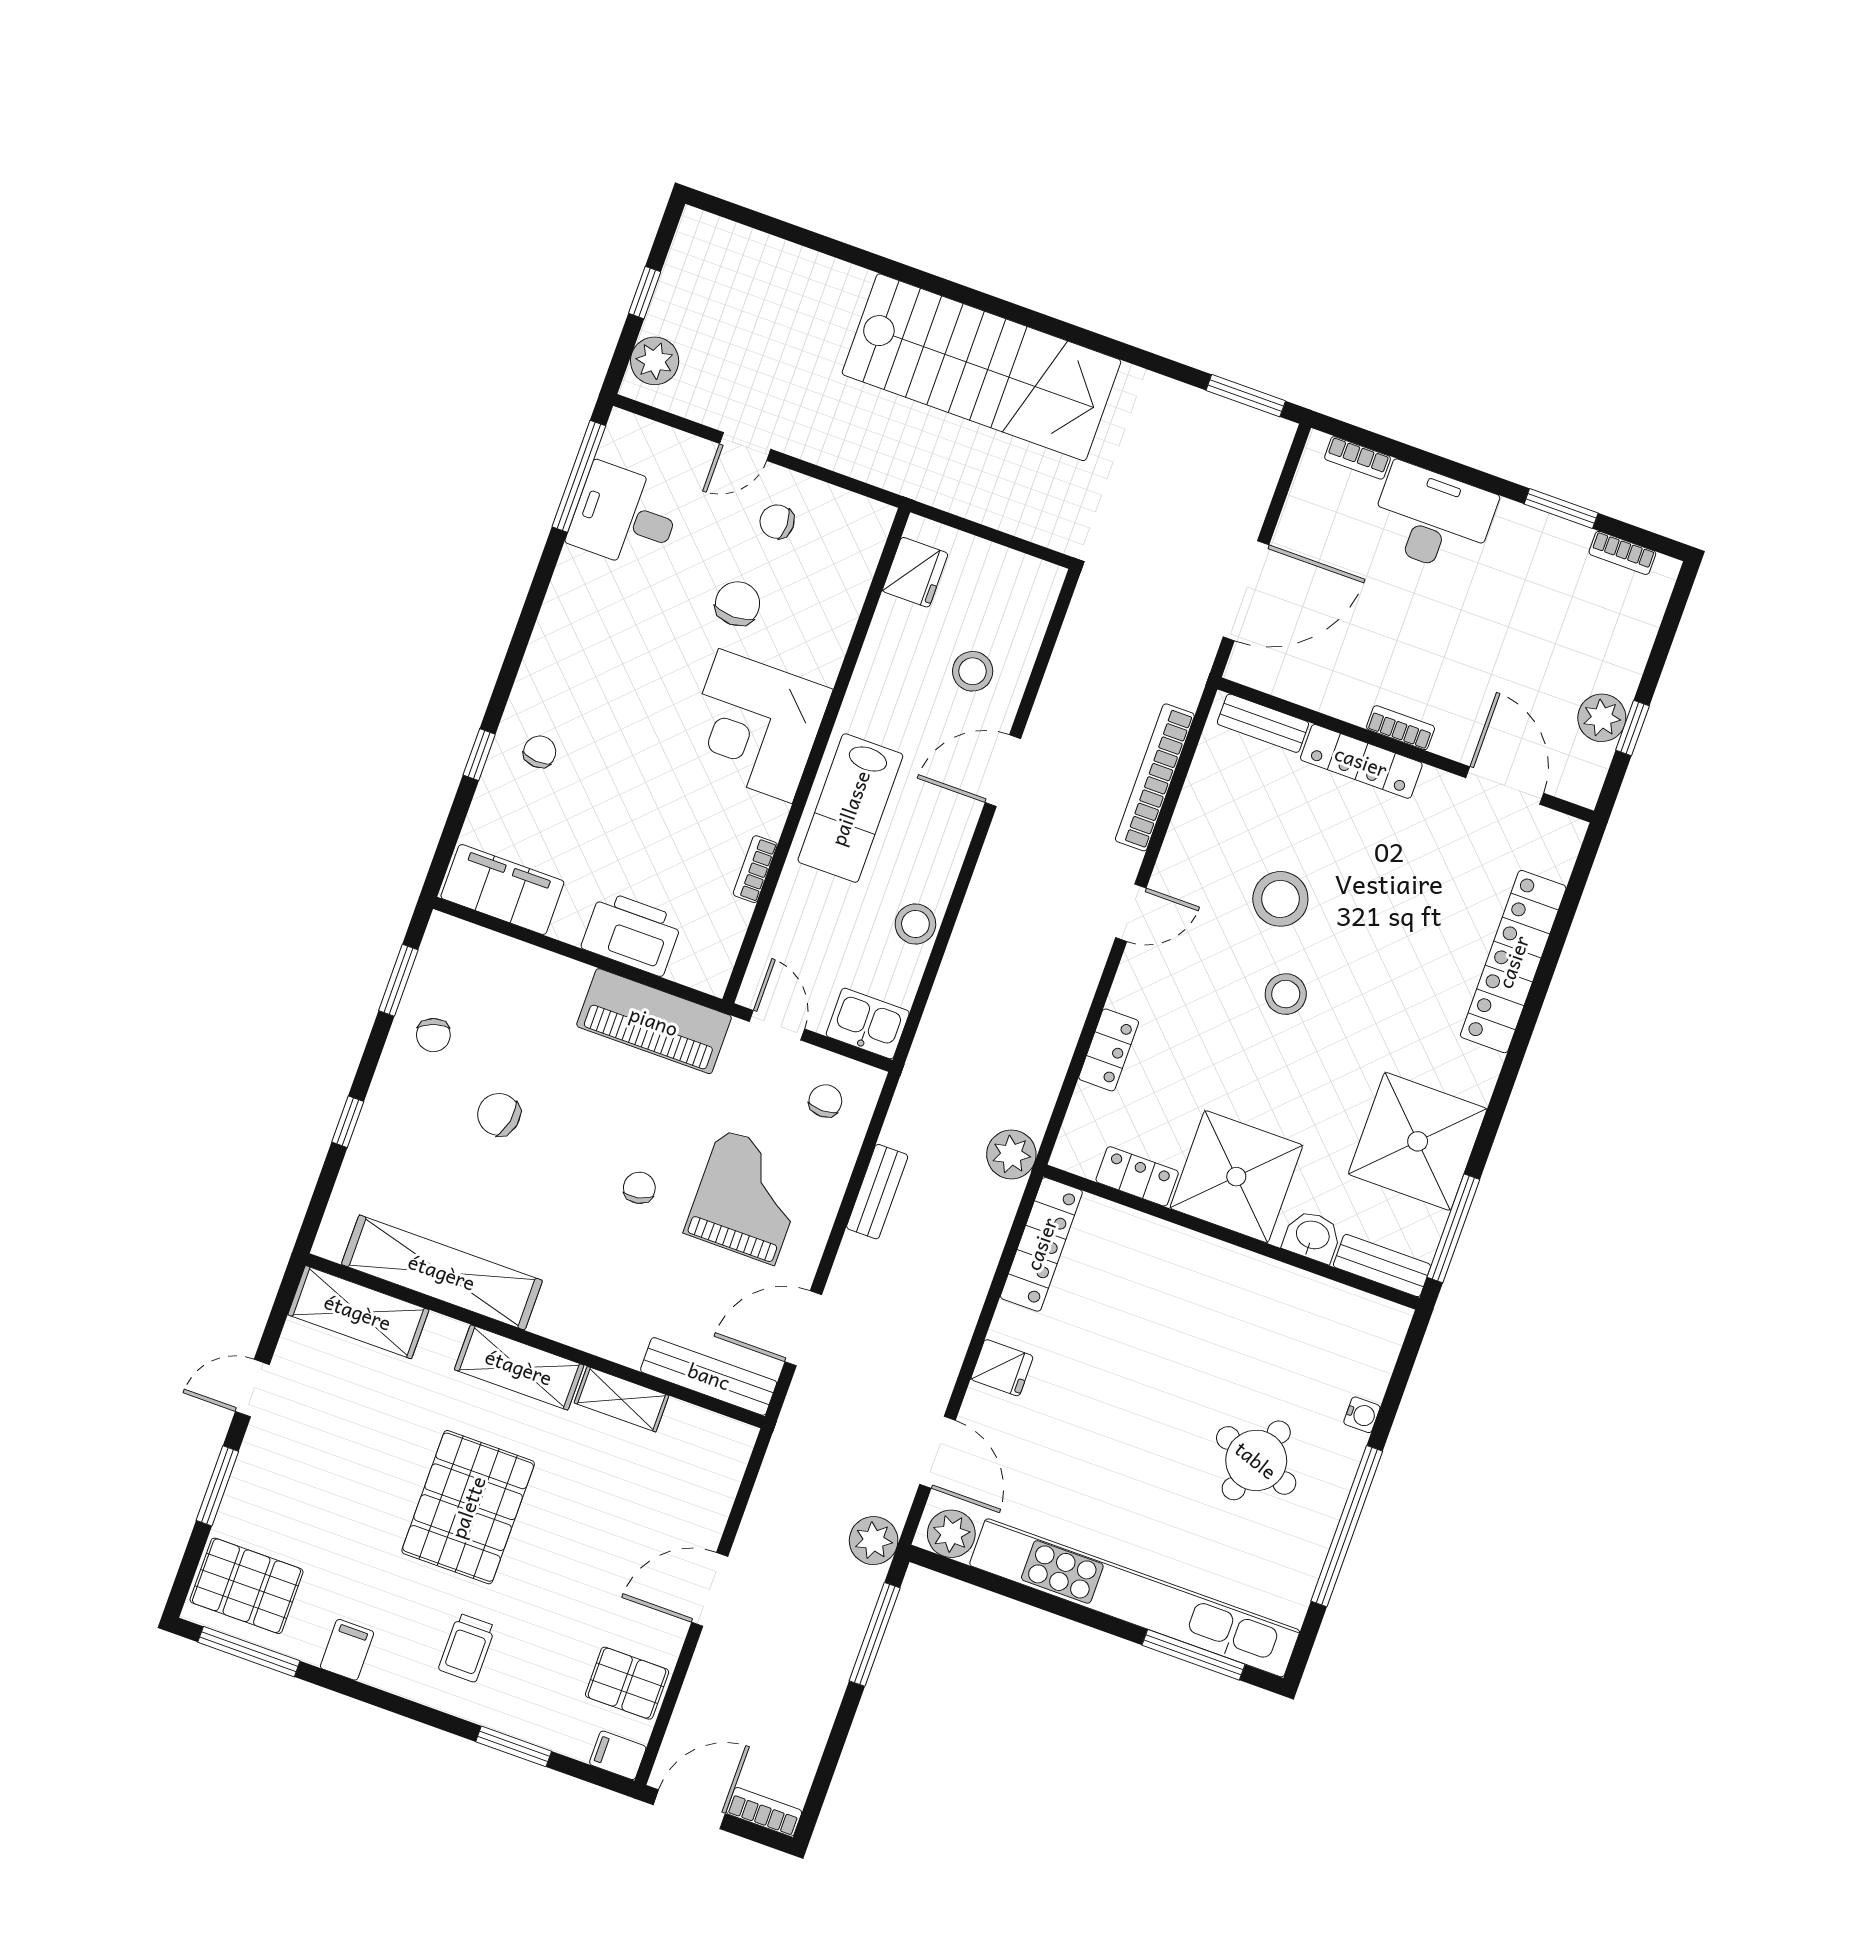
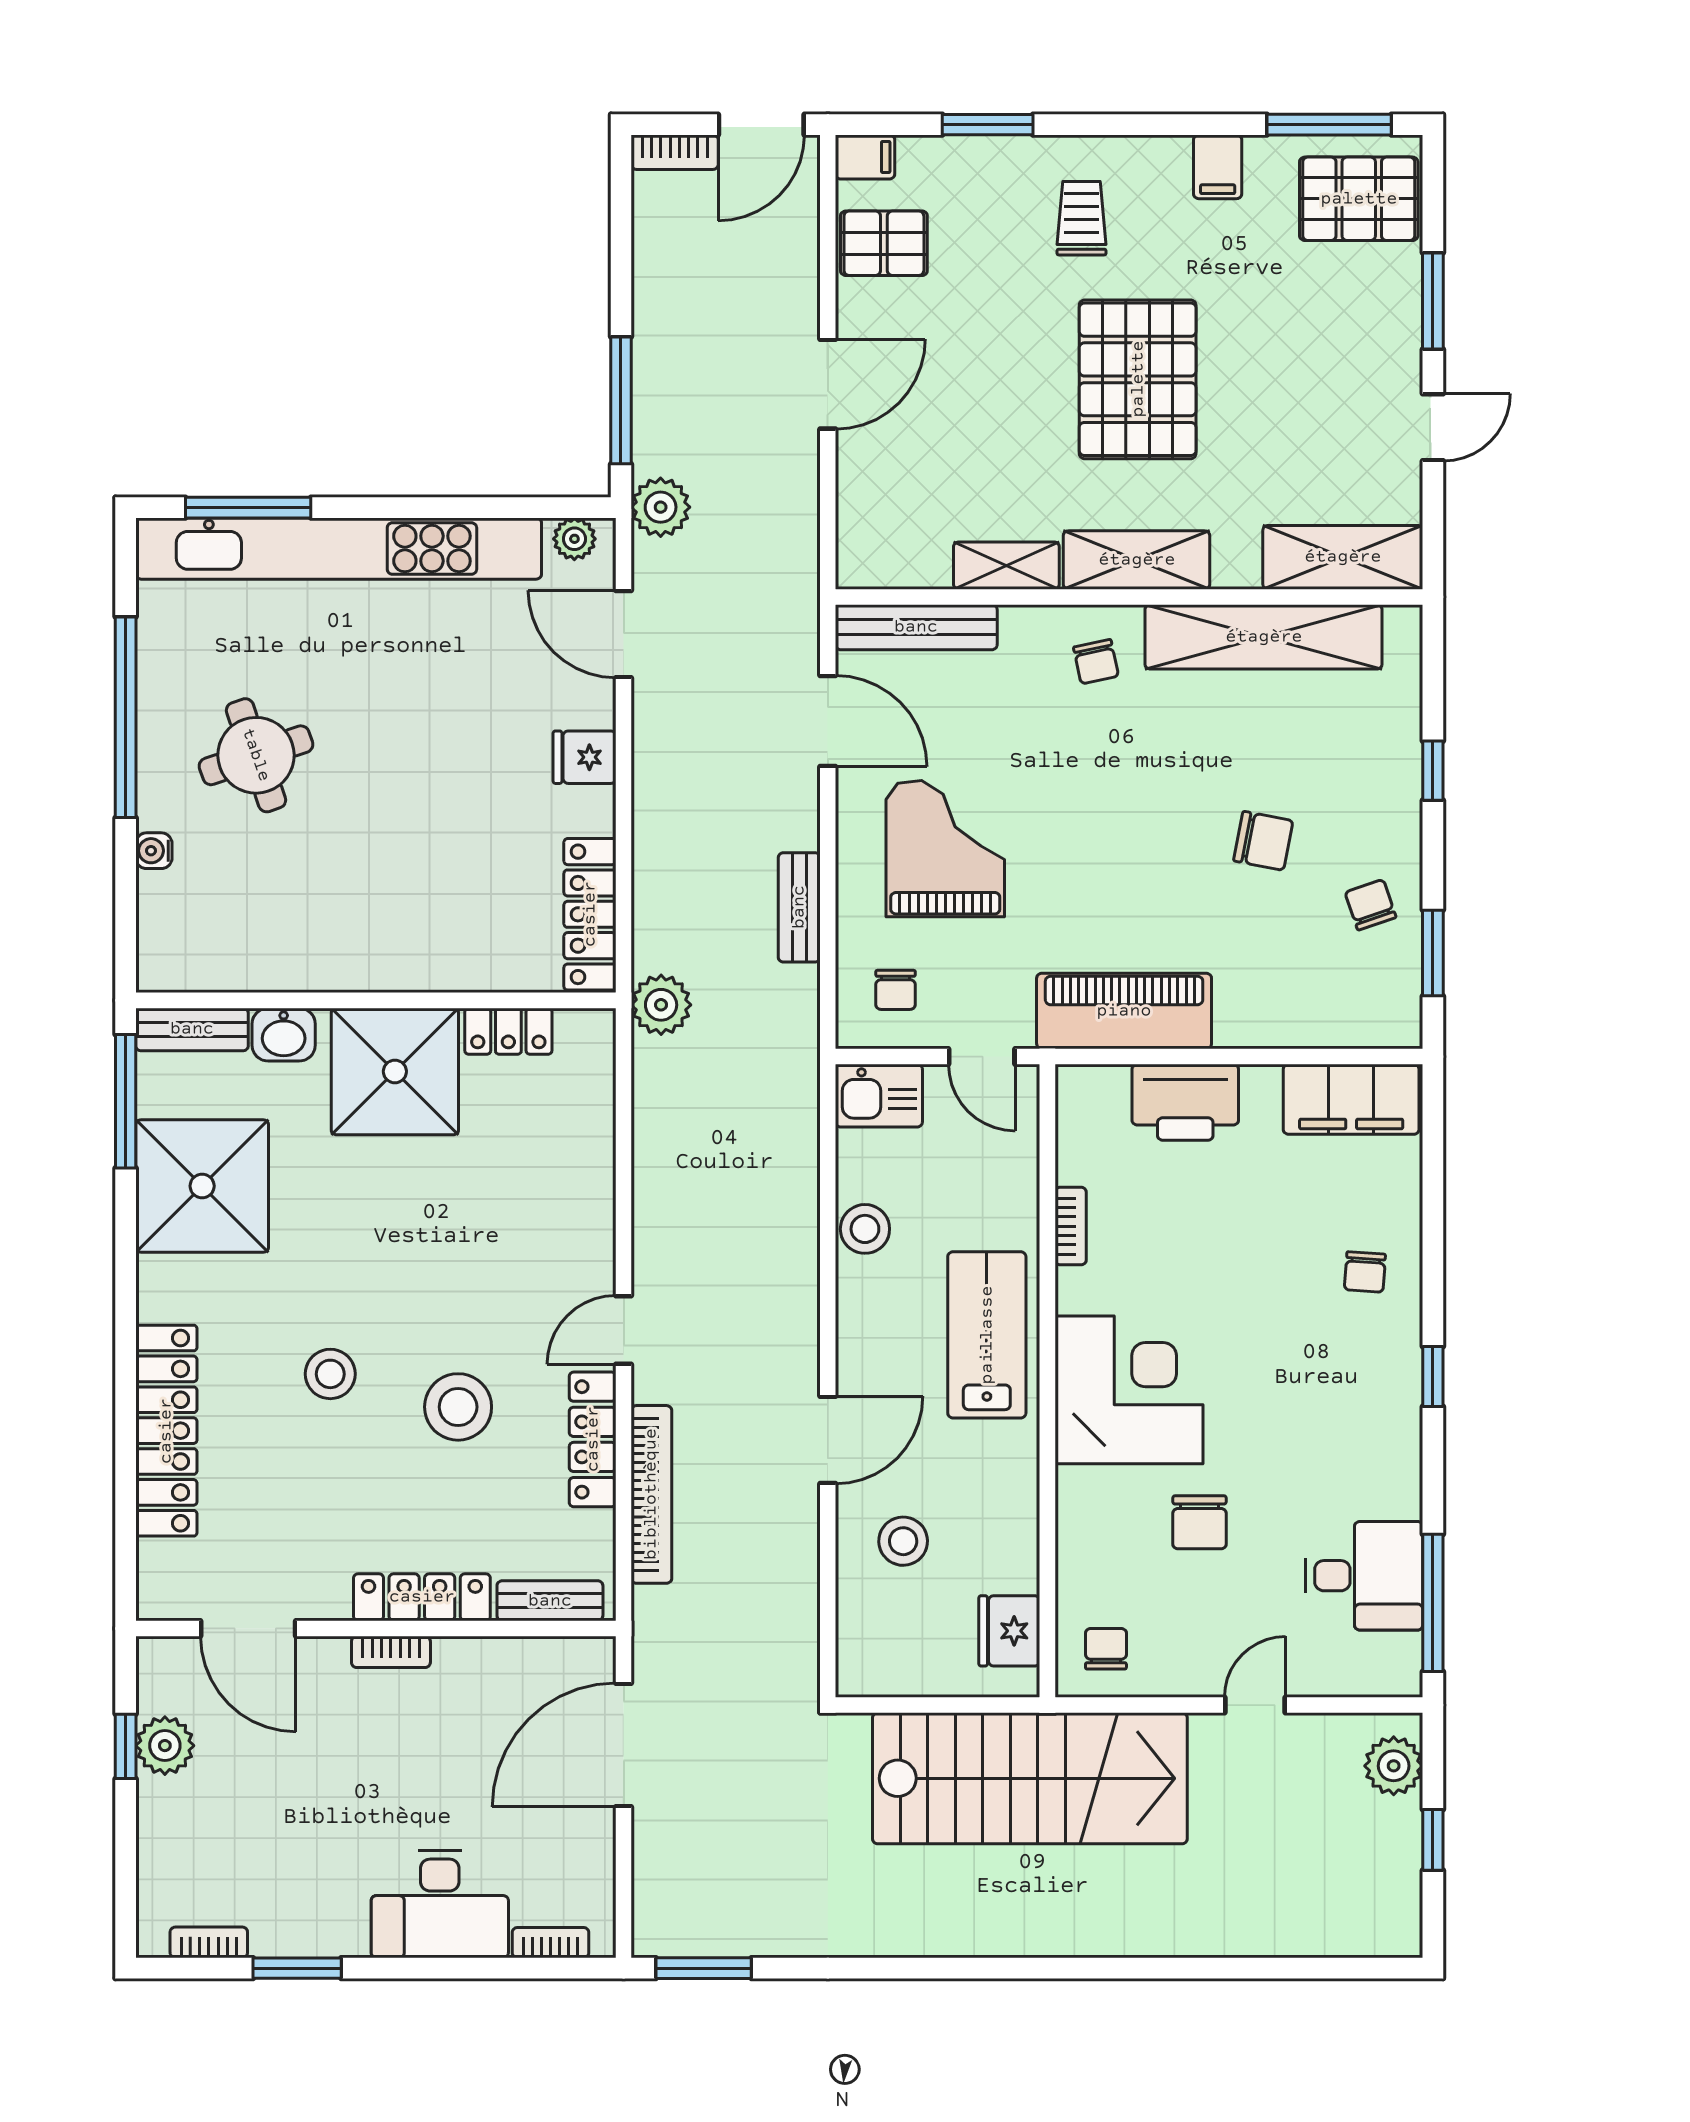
stairs: (981, 367) -> (1030, 1778), moved, turned 180
chair: (777, 522) -> (1106, 1649), moved, turned -90
window: (479, 755) -> (1433, 1377), moved
stool: (1286, 994) -> (330, 1374), moved
locker: (1109, 1050) -> (593, 1439), moved, width x1.53
chair: (639, 1188) -> (1096, 662), moved
grand piano: (748, 1197) -> (945, 849), turned 180
door: (803, 1328) -> (828, 721), hinge flipped
round table: (1256, 1460) -> (256, 755), turned -38
plant: (951, 1534) -> (574, 539), width x0.73, depth x0.73

